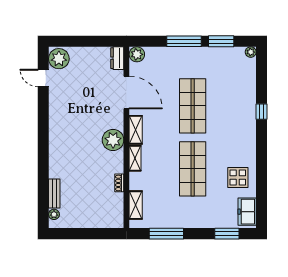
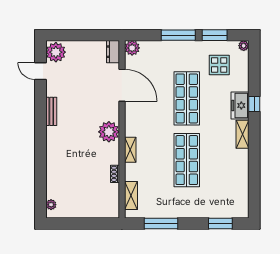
shelving: (136, 130) -> (242, 134), moved
display table: (238, 177) -> (219, 65), moved
bench: (54, 193) -> (51, 111), moved
freezer: (247, 212) -> (240, 105), moved

